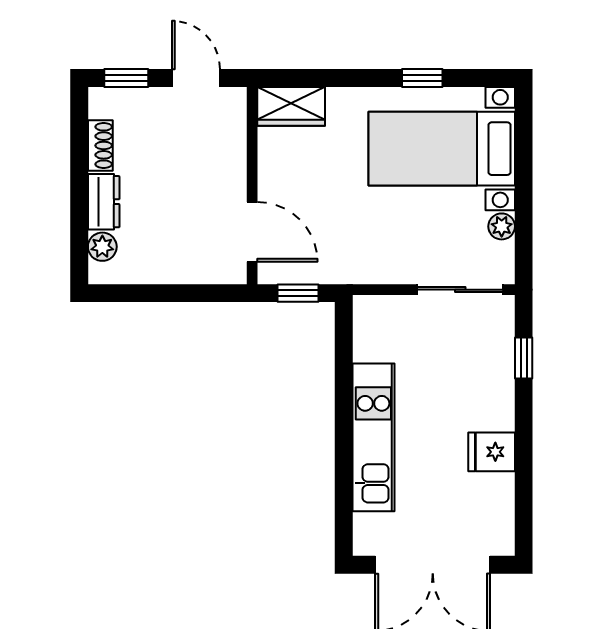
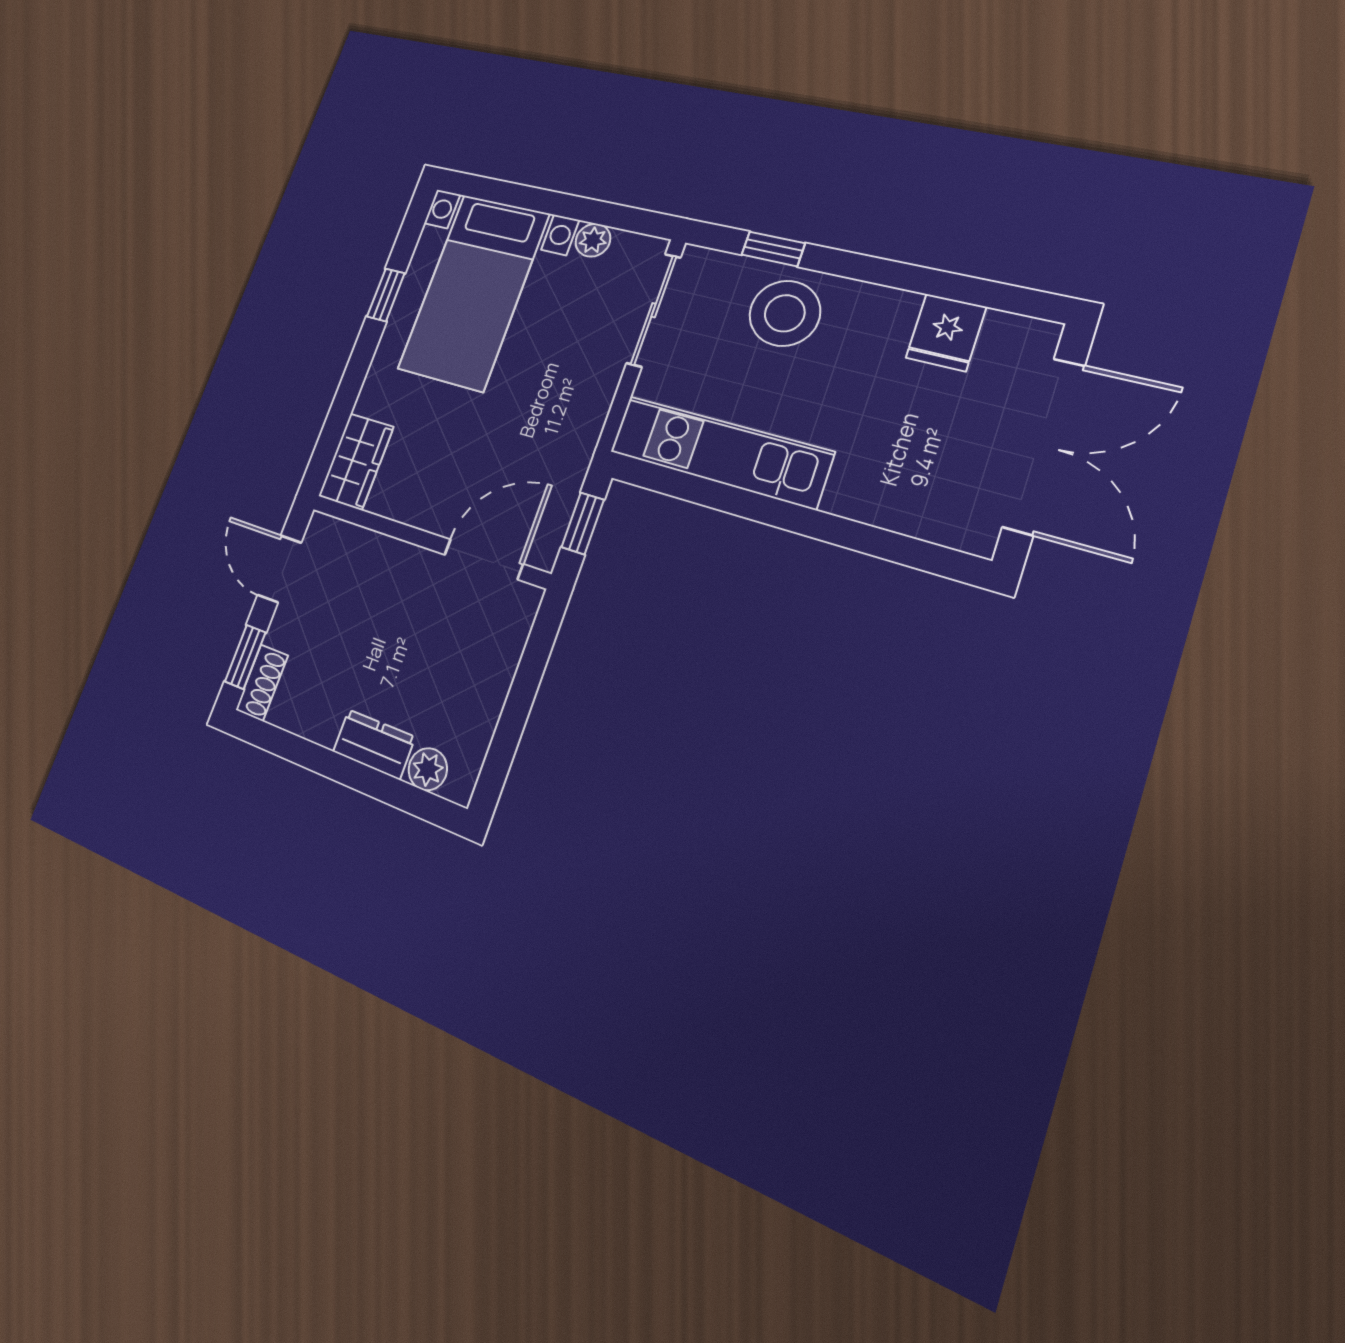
door: (196, 78) -> (279, 569), hinge flipped
shoe rack: (100, 145) -> (262, 683), moved, turned 90
stool: (480, 381) -> (785, 313), added
kitchen unit: (373, 437) -> (720, 452), moved
fridge: (492, 452) -> (946, 332), moved

